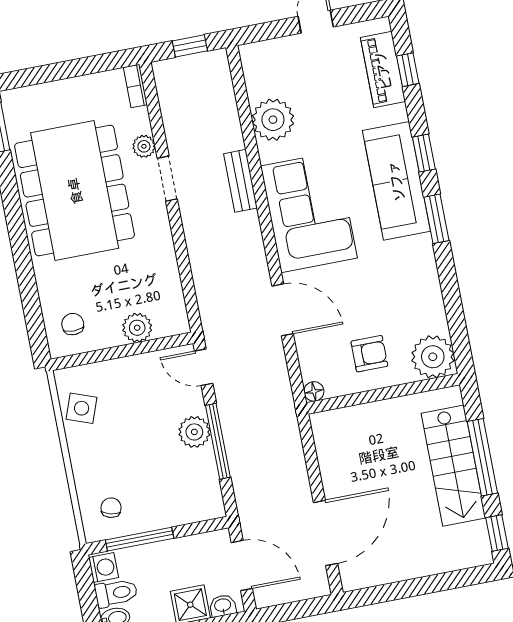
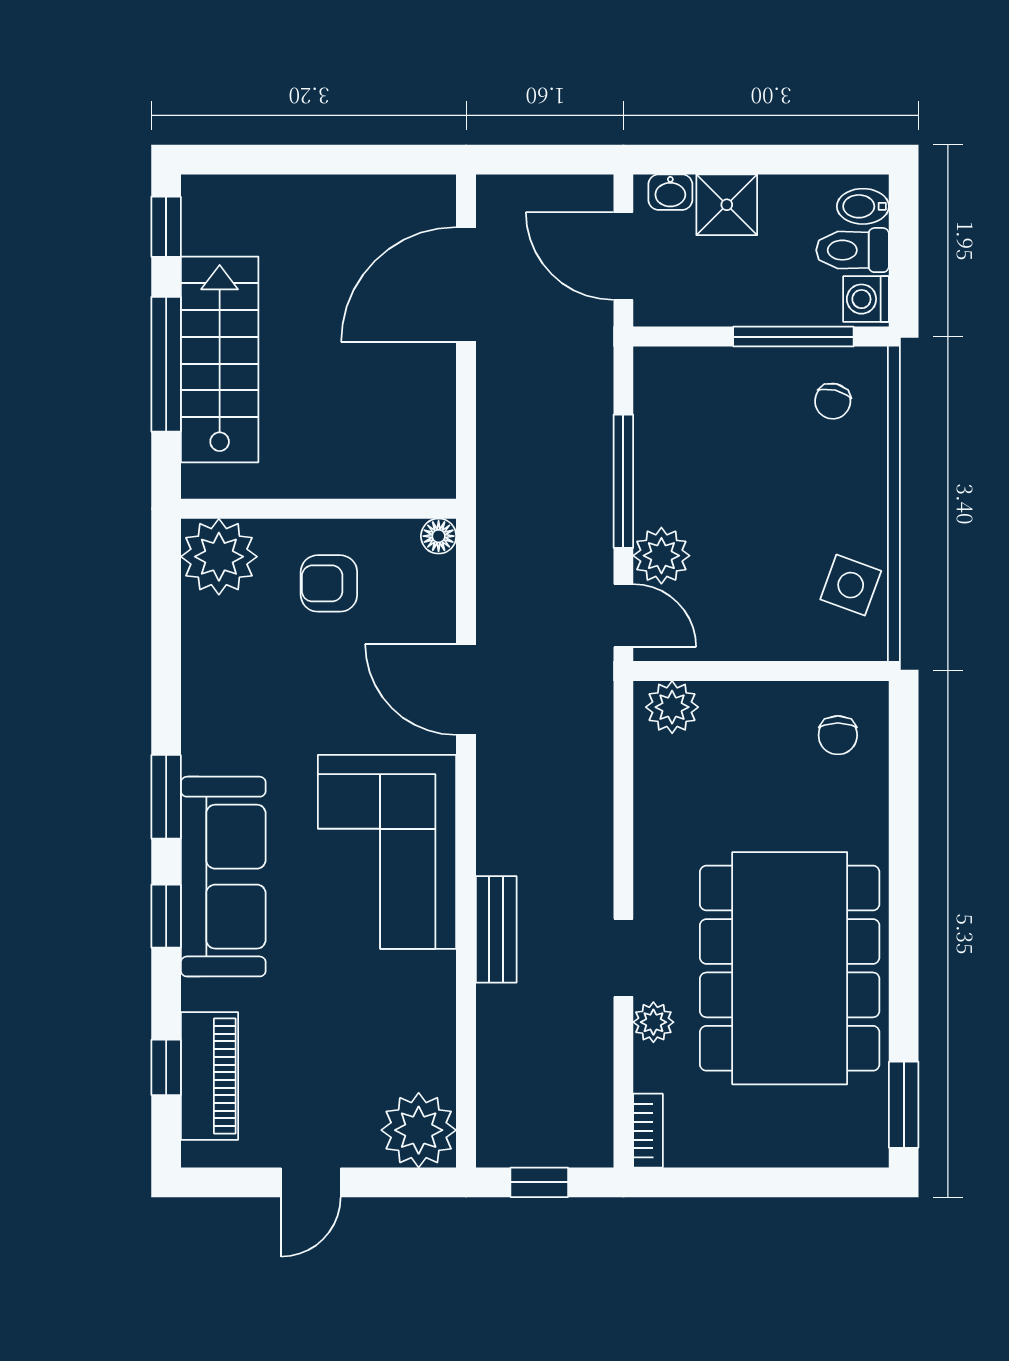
plant: (273, 120) -> (419, 1130), moved
plant: (137, 328) -> (672, 707), moved
plant: (194, 432) -> (661, 556), moved

